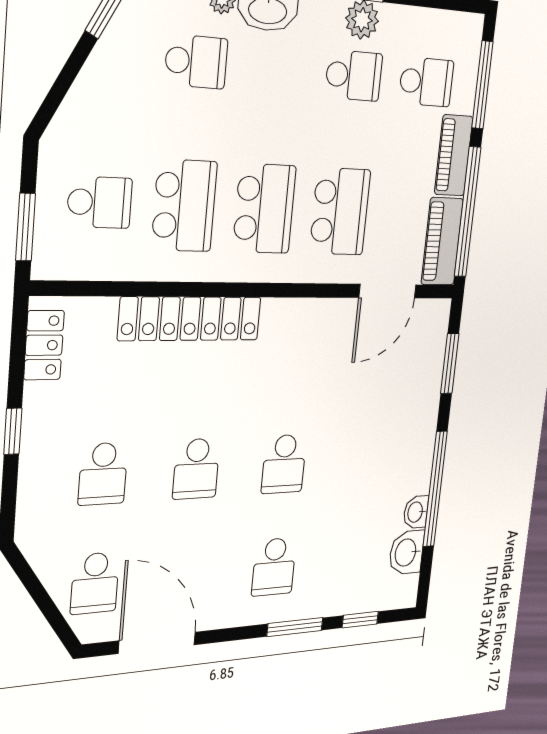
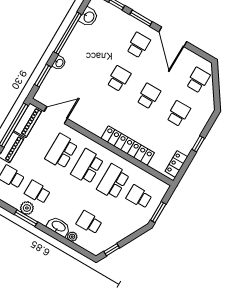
window: (25, 227) -> (158, 212), moved
washbasin: (416, 512) -> (59, 63), moved
door: (157, 643) -> (173, 37), moved

